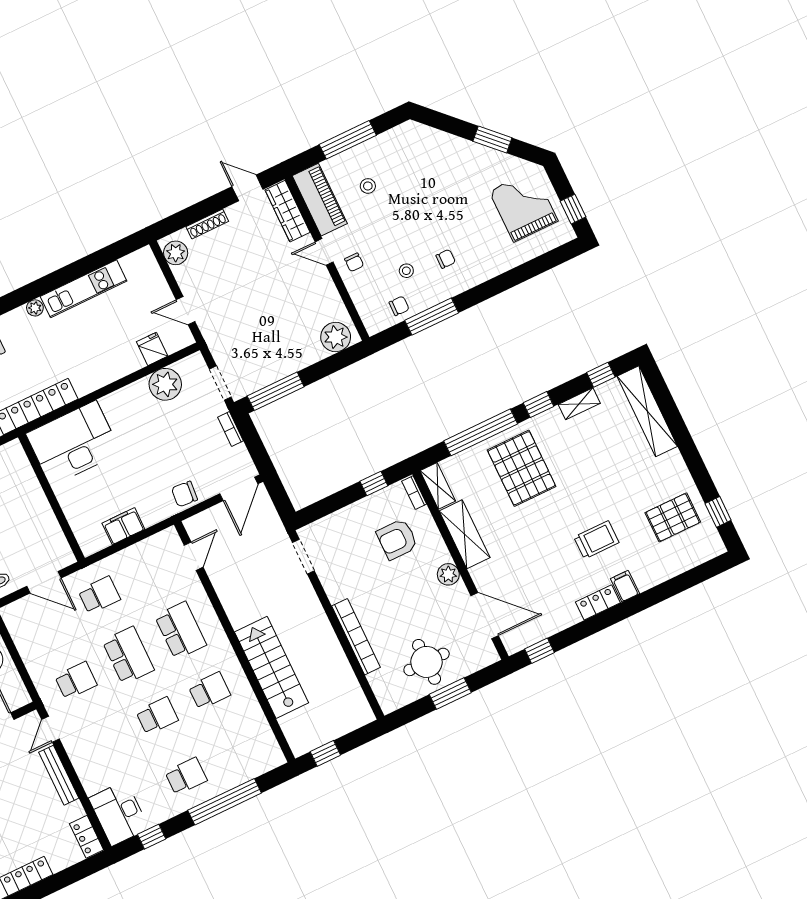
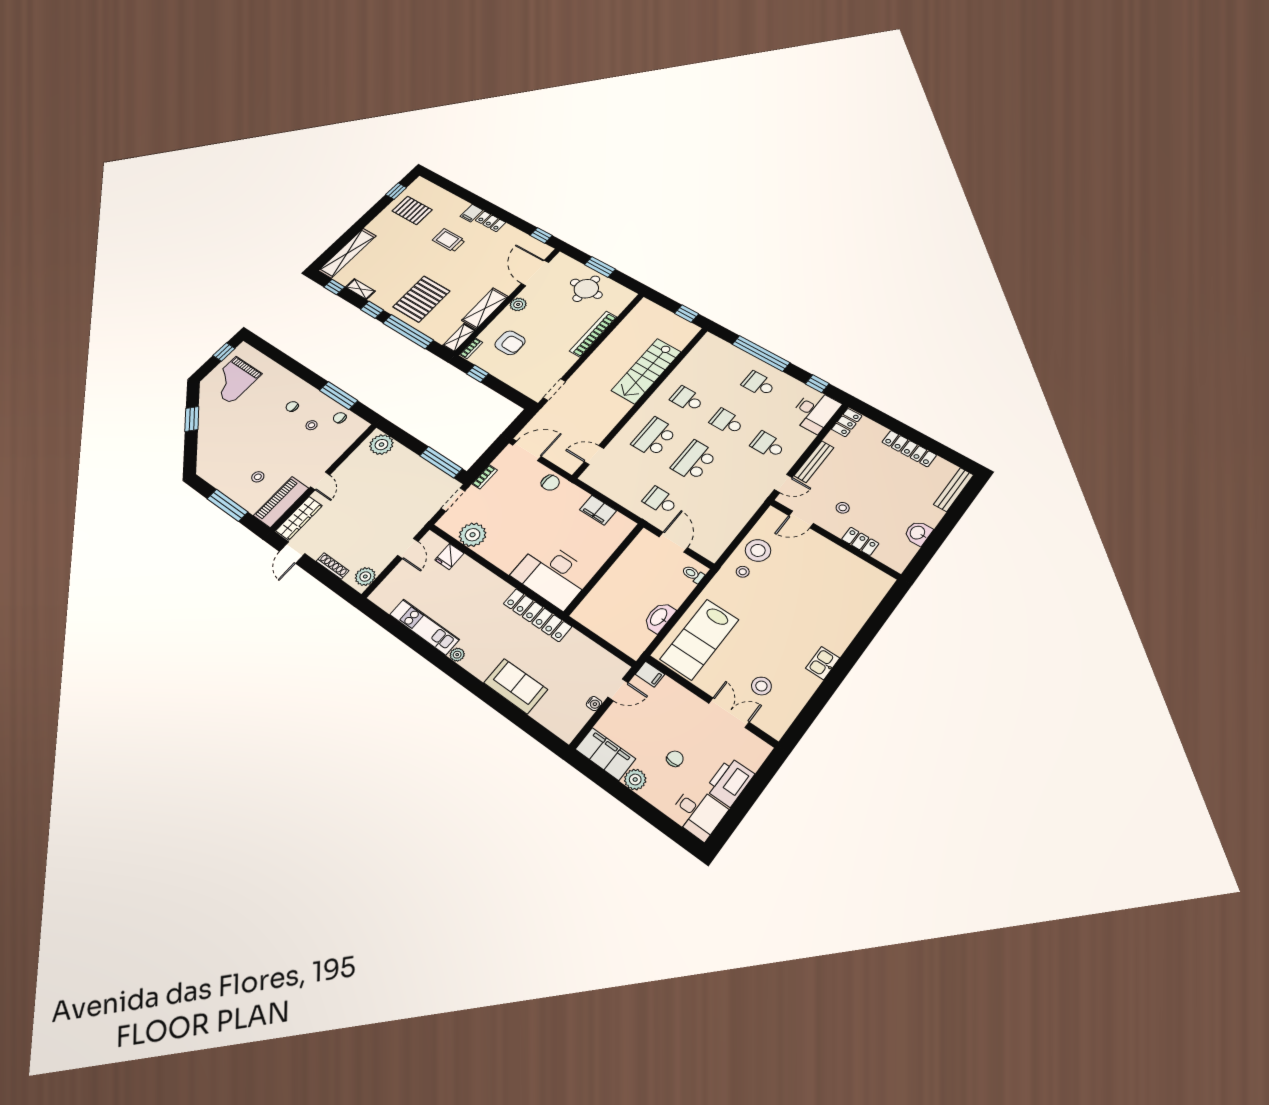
chair: (354, 262) -> (320, 459), removed
school desk: (76, 681) -> (768, 445), moved

